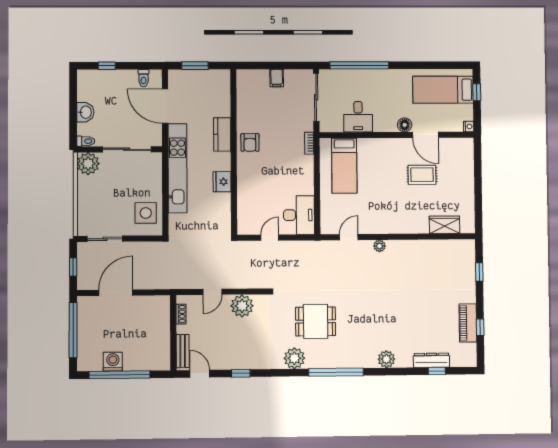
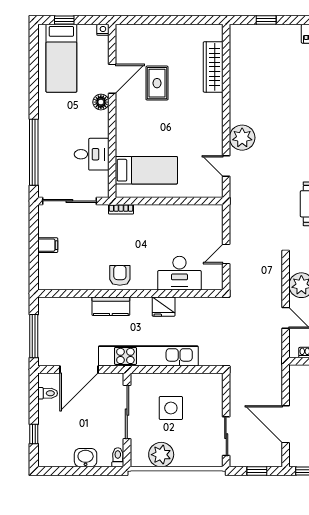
window: (195, 66) -> (34, 336), width x1.44
armchair: (250, 142) -> (120, 275), turned -90
plant: (88, 164) -> (161, 455), moved
side table: (146, 213) -> (171, 408), moved
desk: (299, 215) -> (179, 273), moved, turned 180
wardrobe: (445, 225) -> (213, 67), width x1.50
door: (270, 238) -> (226, 254), hinge flipped
plant: (379, 246) -> (242, 138), width x1.88, depth x1.88

